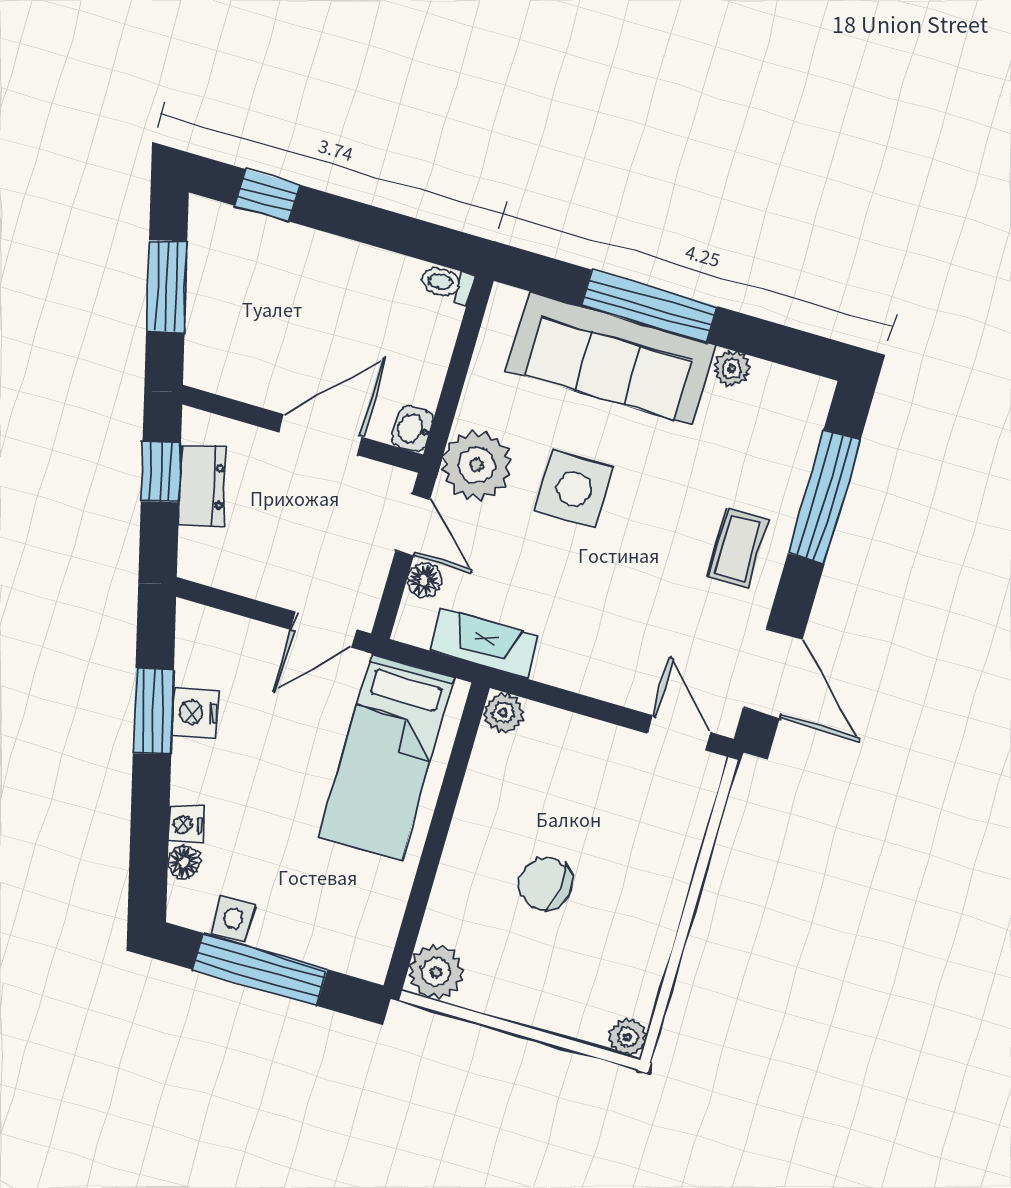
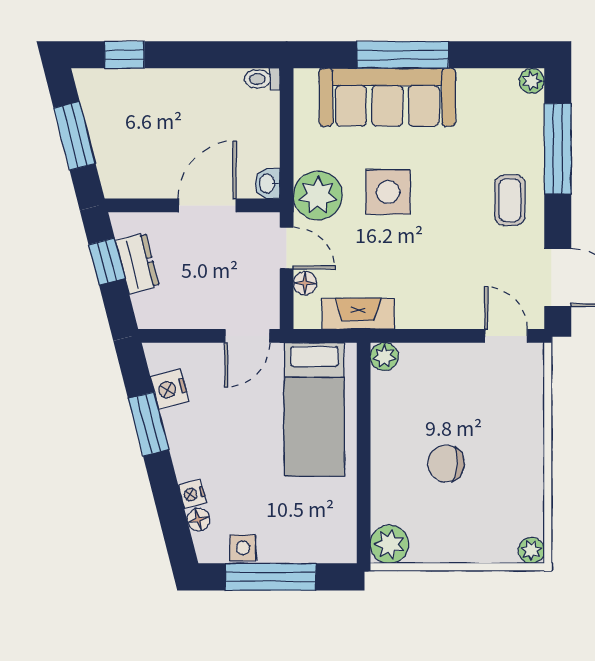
plant: (732, 369) -> (532, 81), moved
nightstand: (195, 713) -> (170, 389), moved

